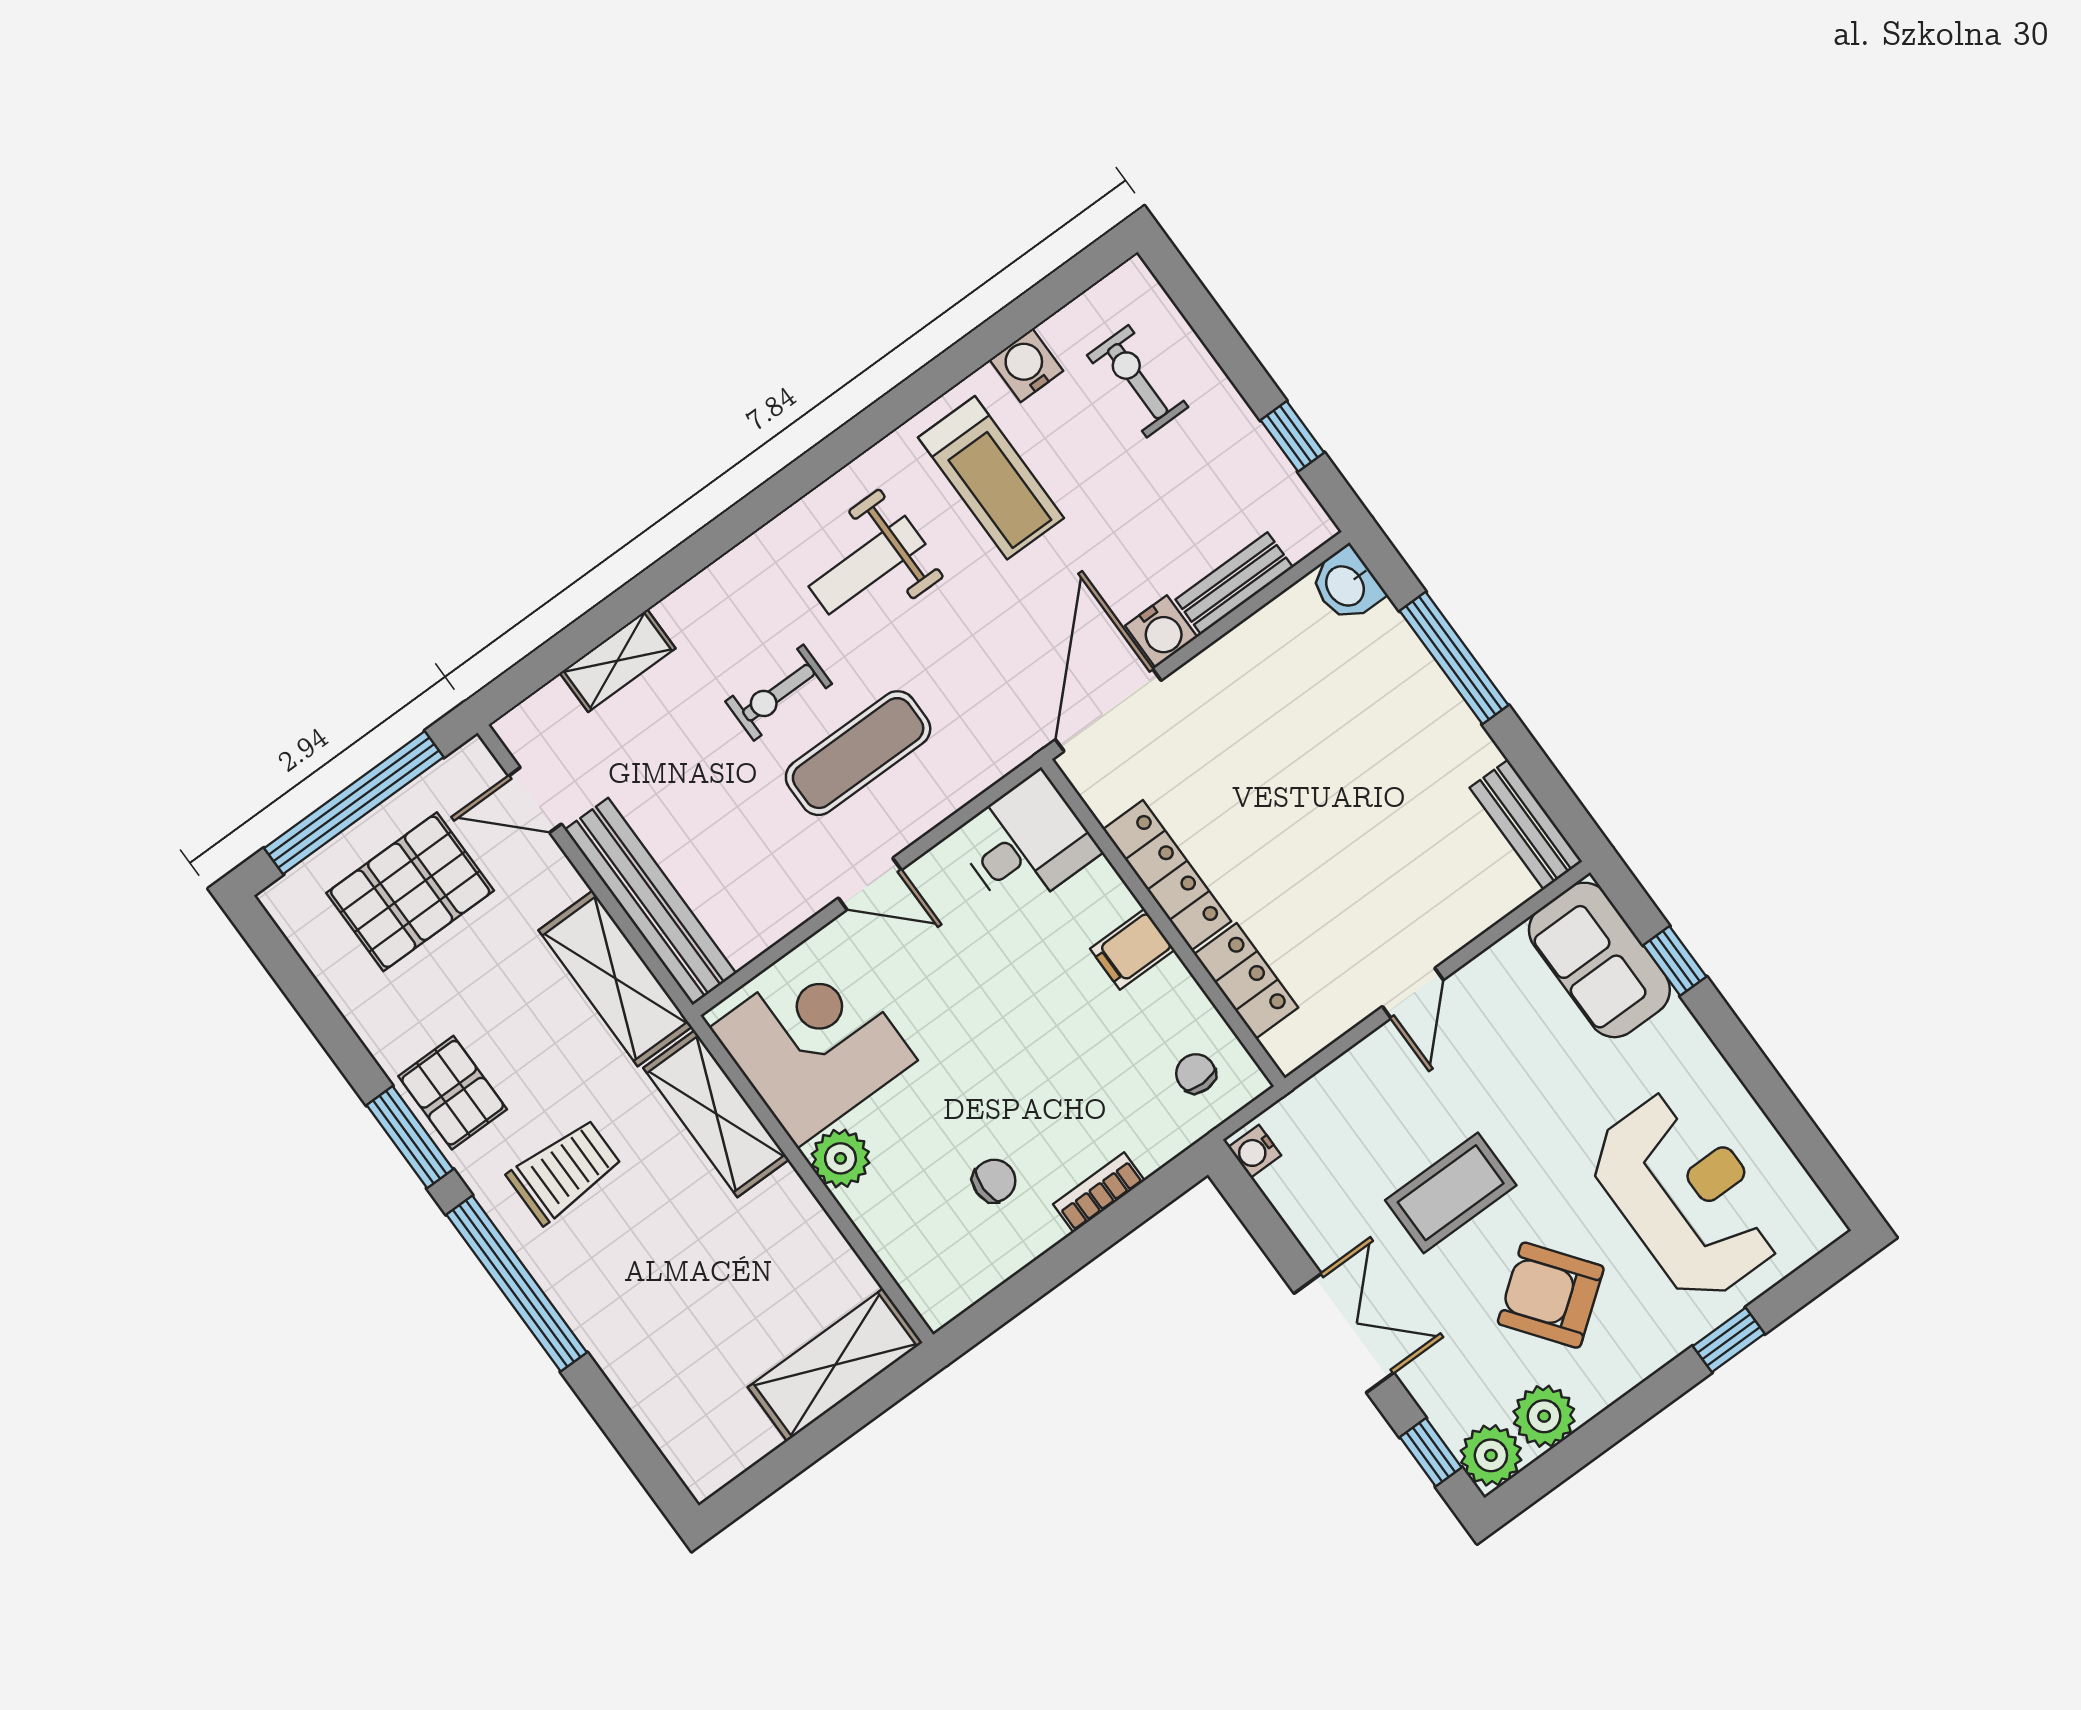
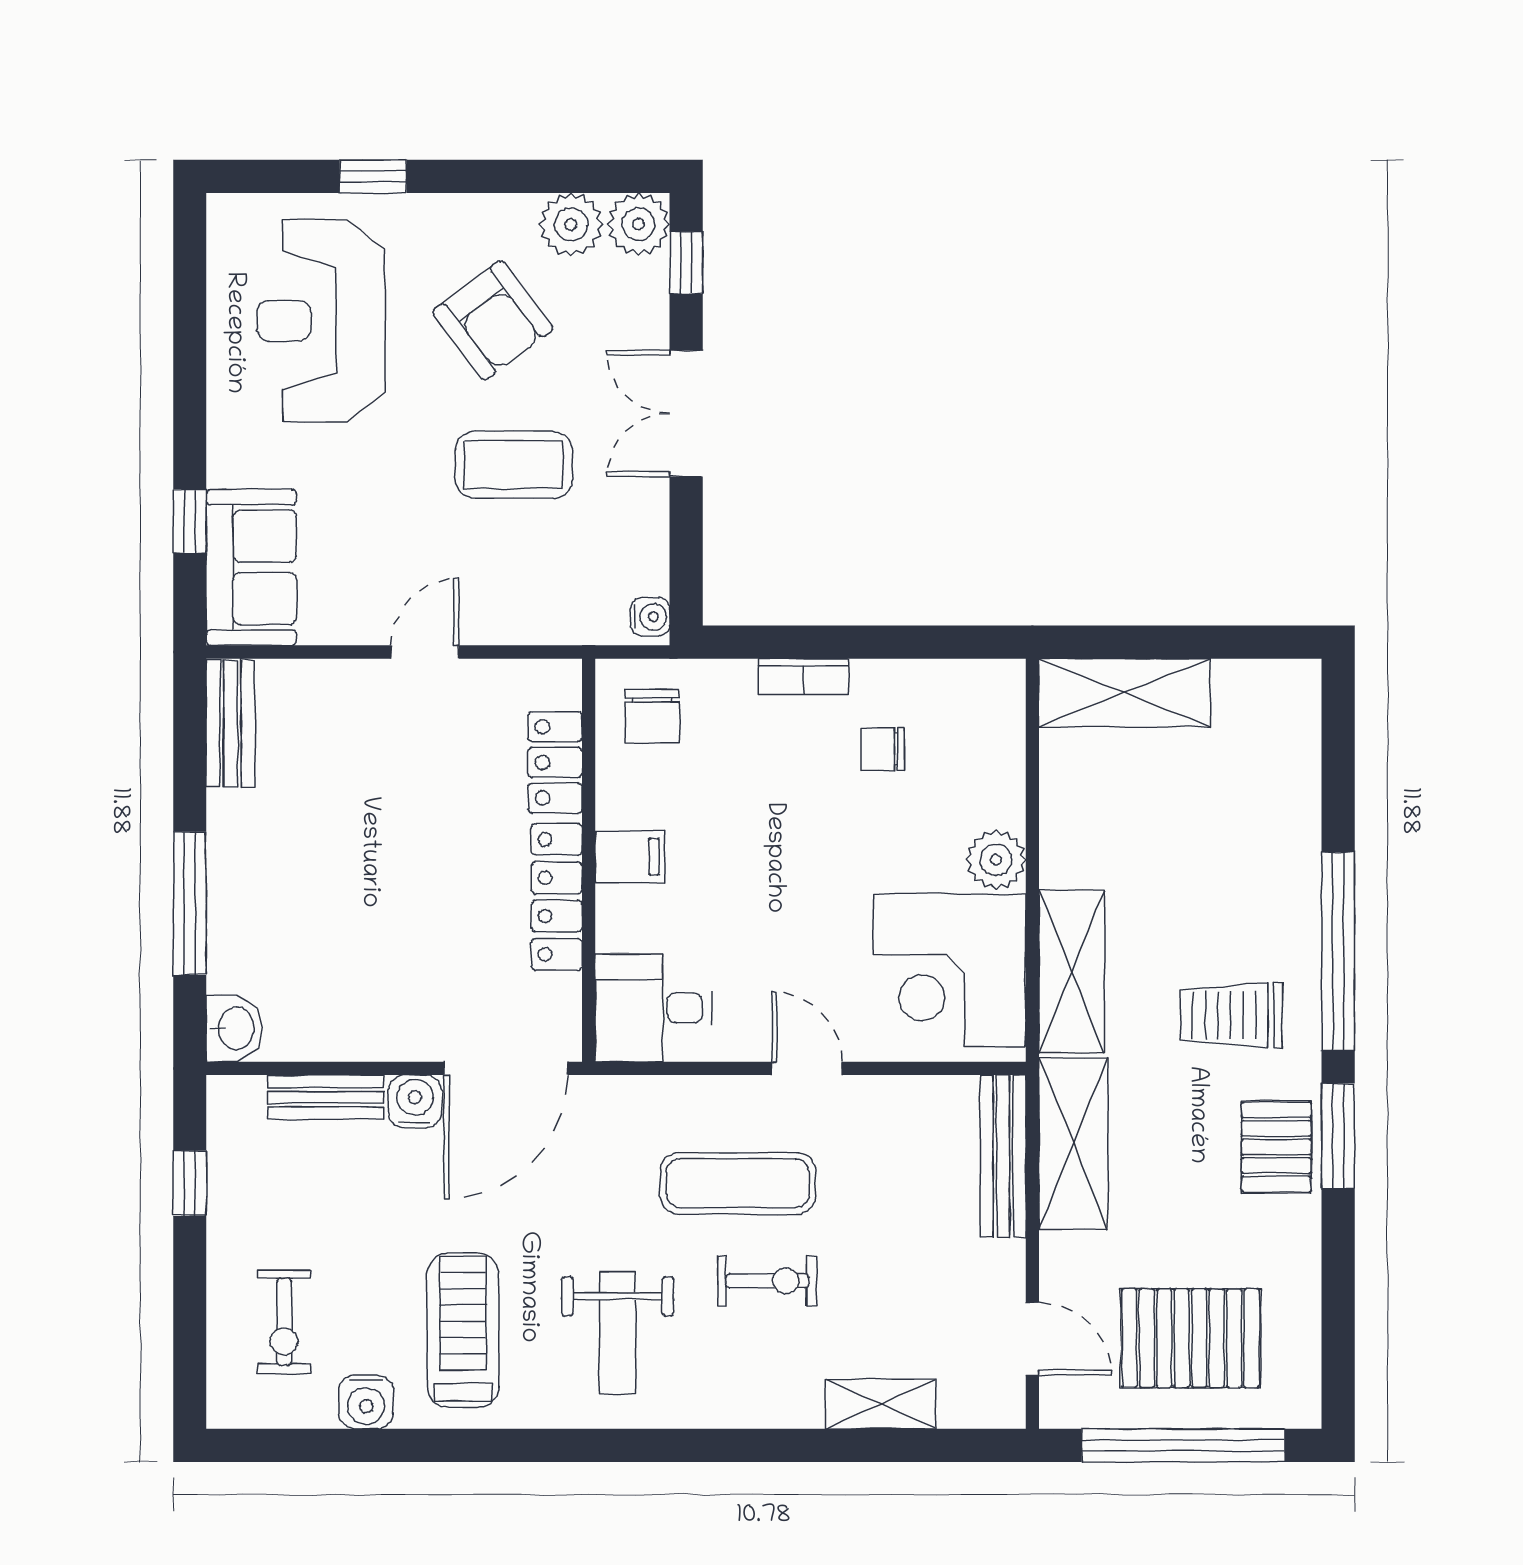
weight bench: (867, 565) -> (618, 1333), turned 90
bench: (650, 901) -> (1003, 1156), width x0.73, depth x0.82
chair: (1196, 1073) -> (652, 716), width x1.37, depth x1.37

